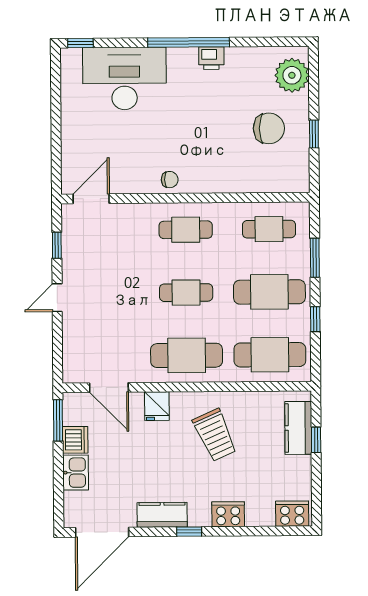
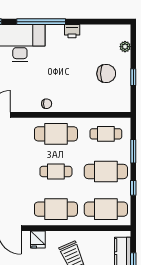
window: (189, 42) -> (41, 22), moved
plant: (292, 75) -> (125, 47), width x0.53, depth x0.53
cafe table: (186, 230) -> (56, 134), width x1.37, depth x1.35

